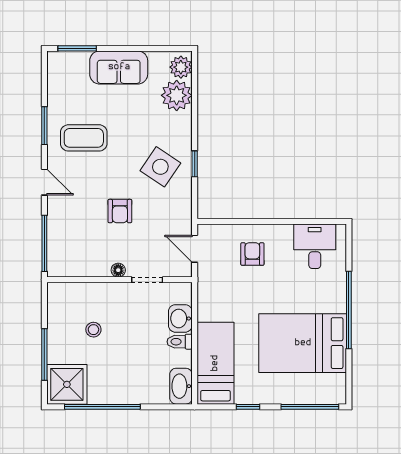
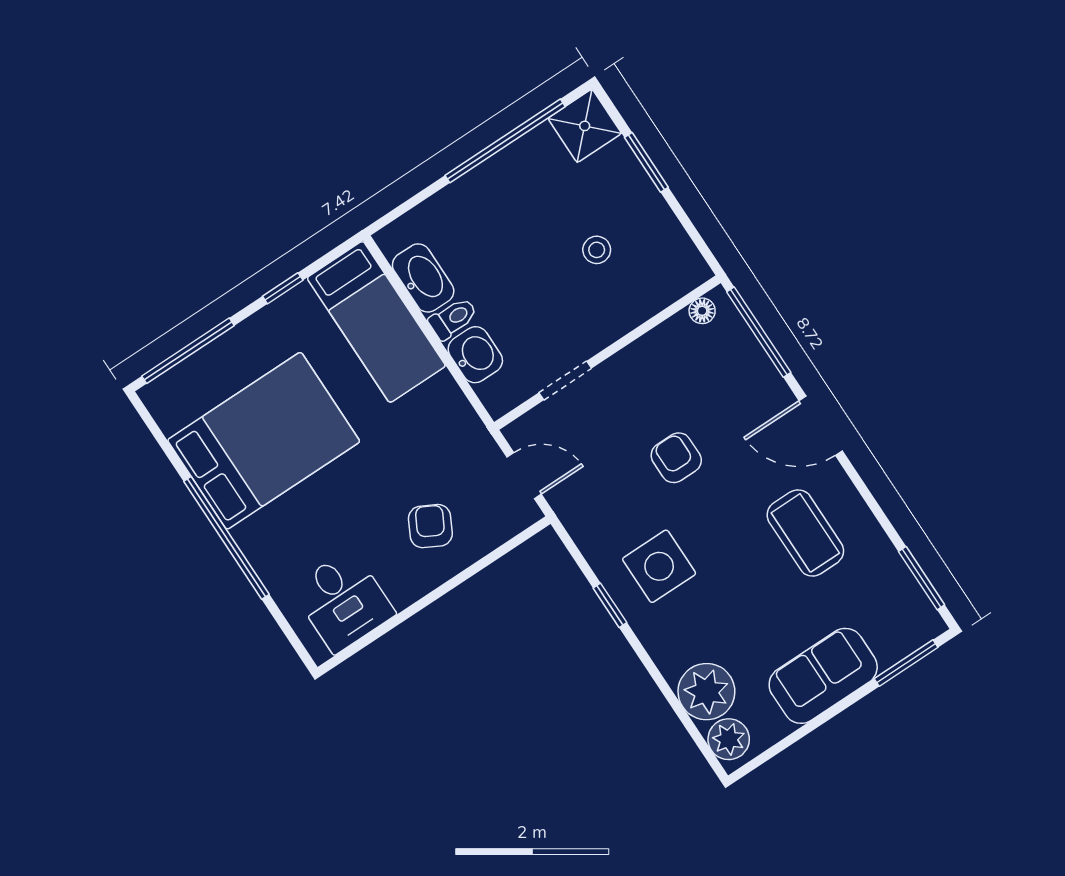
window: (44, 126) -> (922, 578), moved
coffee table: (84, 138) -> (805, 533), turned 90
side table: (160, 167) -> (659, 566), turned -34
door: (44, 182) -> (821, 426), width x1.38
armchair: (252, 254) -> (430, 526), turned -152
floor lamp: (118, 270) -> (702, 311), moved
window: (44, 354) -> (646, 162), width x0.69
shower: (67, 384) -> (585, 126), width x0.73, depth x0.73
washbasin: (181, 386) -> (423, 278), moved

